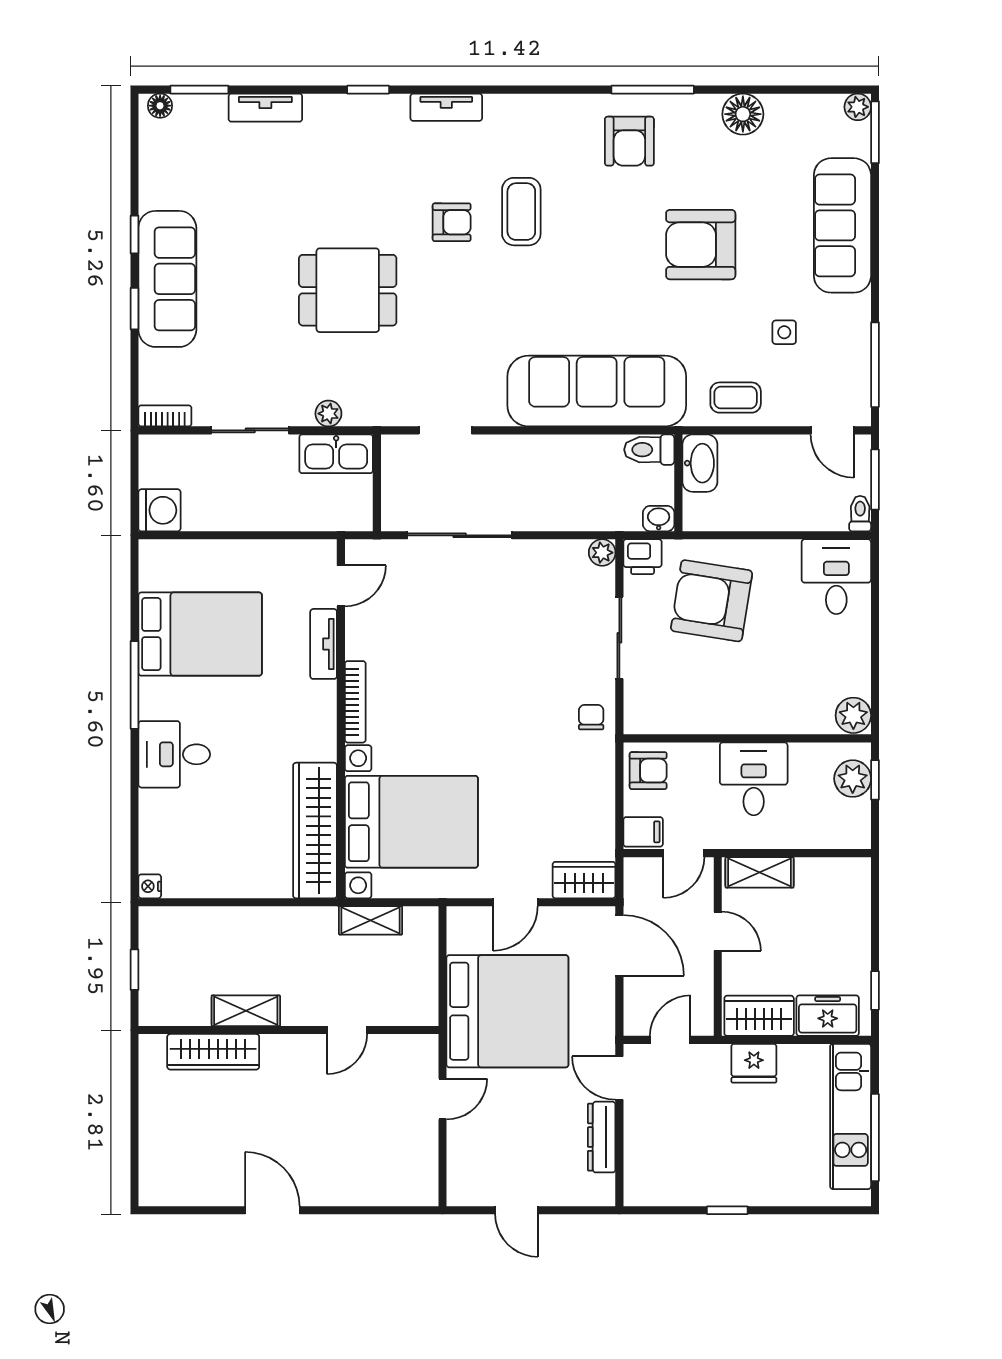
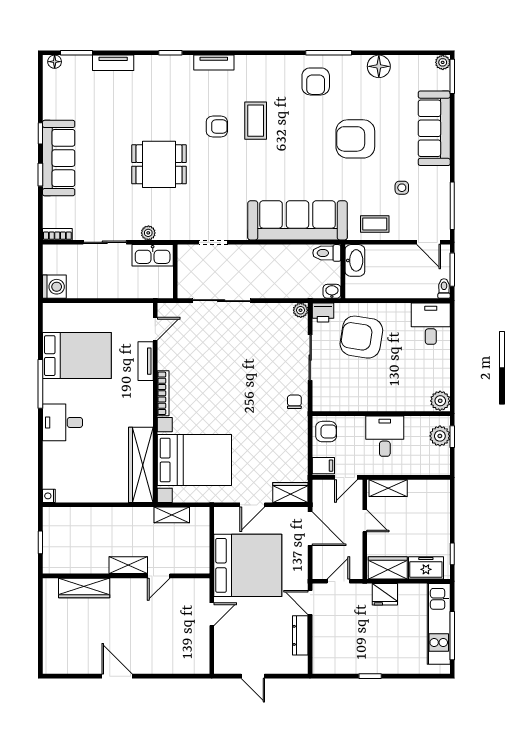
shelving: (246, 1011) -> (128, 565), moved

